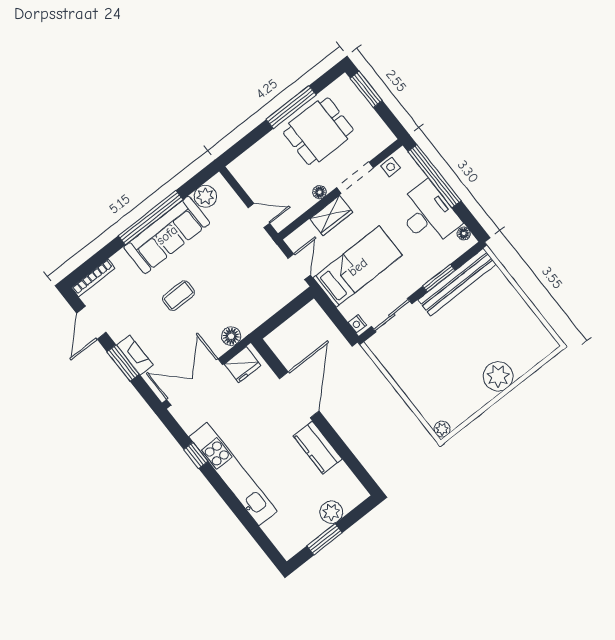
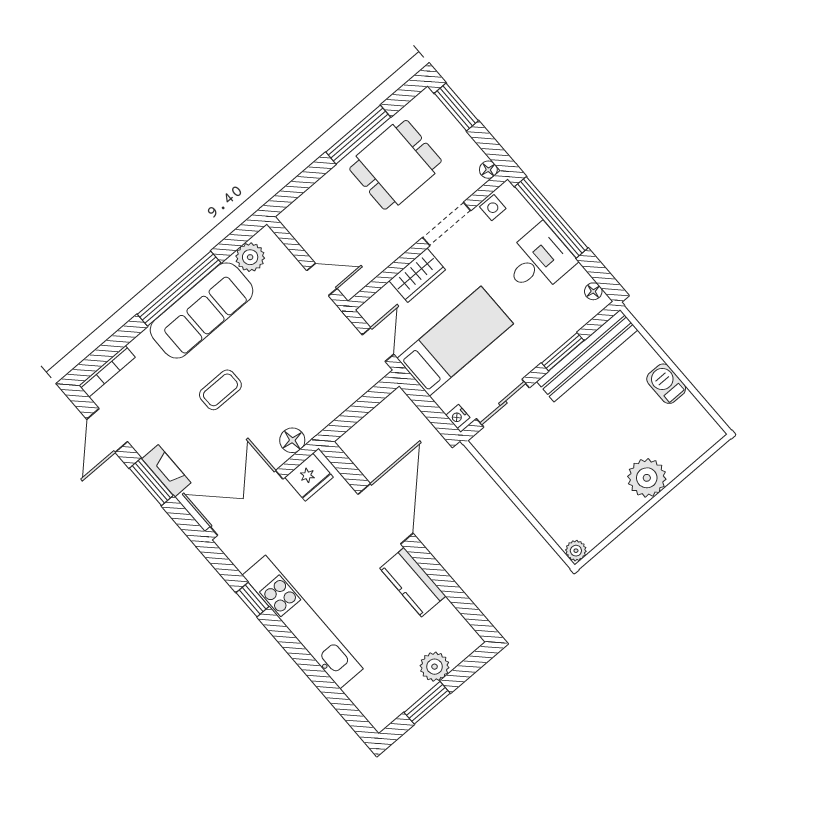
floor lamp: (320, 192) -> (488, 170), moved
desk: (428, 214) -> (538, 260), width x0.73
barbecue: (516, 306) -> (666, 384), added

